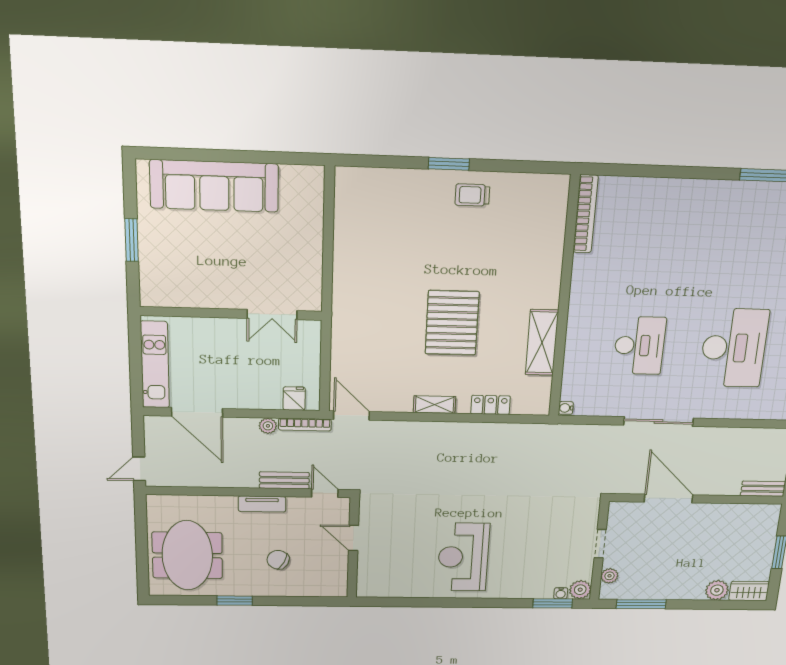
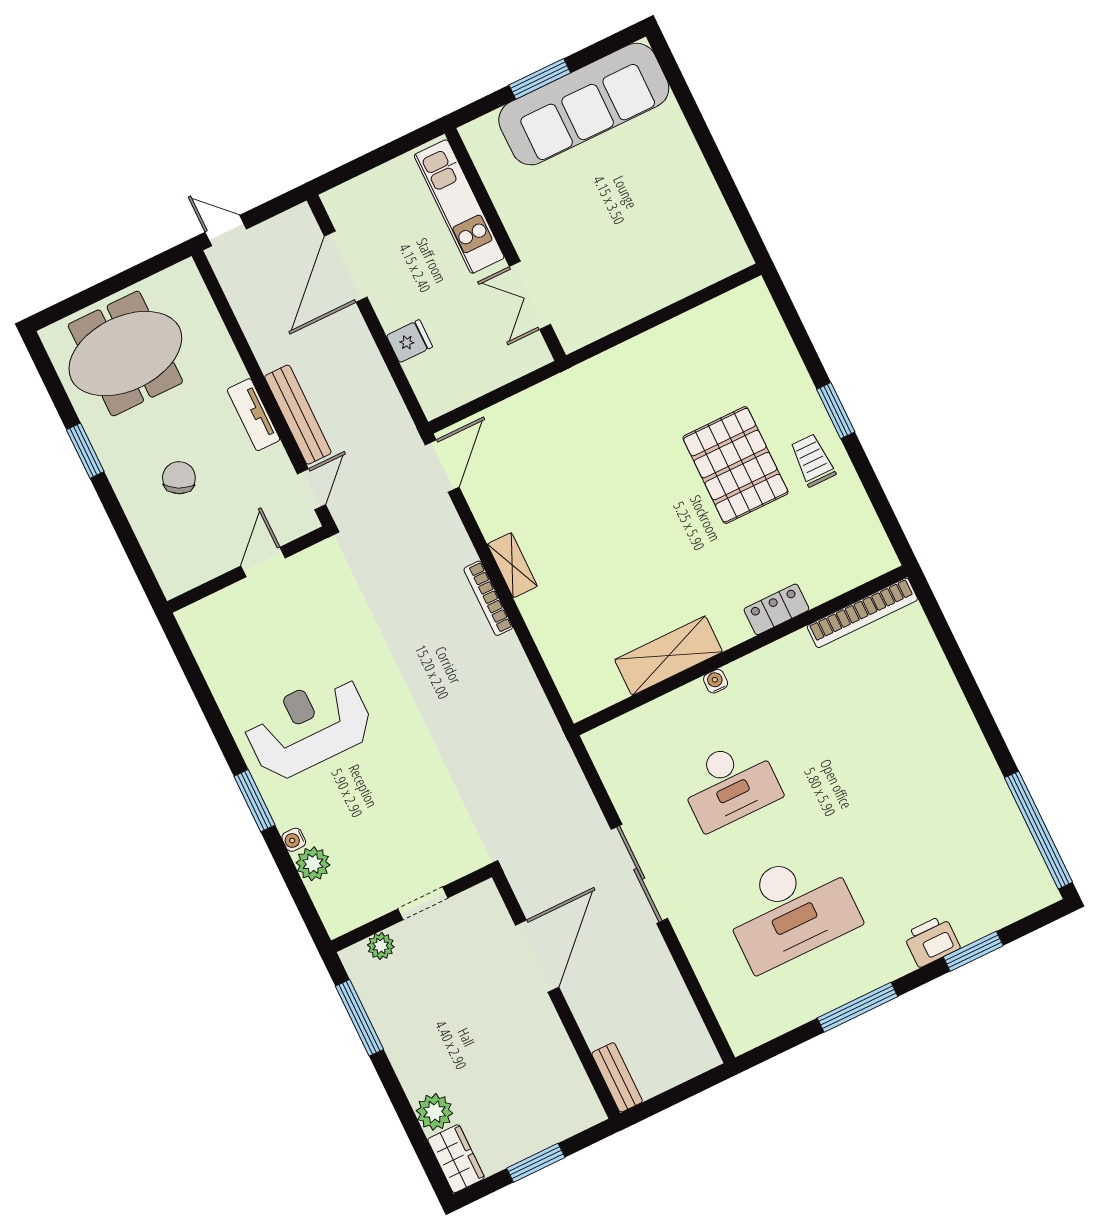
sofa: (214, 186) -> (584, 104), moved, turned -90
pallet: (452, 323) -> (736, 465), moved, turned 90
kitchen unit: (155, 365) -> (459, 206), moved, turned 90
fridge: (294, 399) -> (409, 341), moved
locker: (490, 405) -> (776, 609), moved, turned -90
water cooler: (566, 408) -> (716, 681), moved
bookcase: (305, 425) -> (488, 598), moved
plant: (268, 426) -> (372, 366), removed
bench: (284, 480) -> (298, 415), width x1.36
plant: (580, 590) -> (313, 864), moved
water cooler: (561, 593) -> (294, 840), moved
window: (553, 603) -> (254, 801), moved

